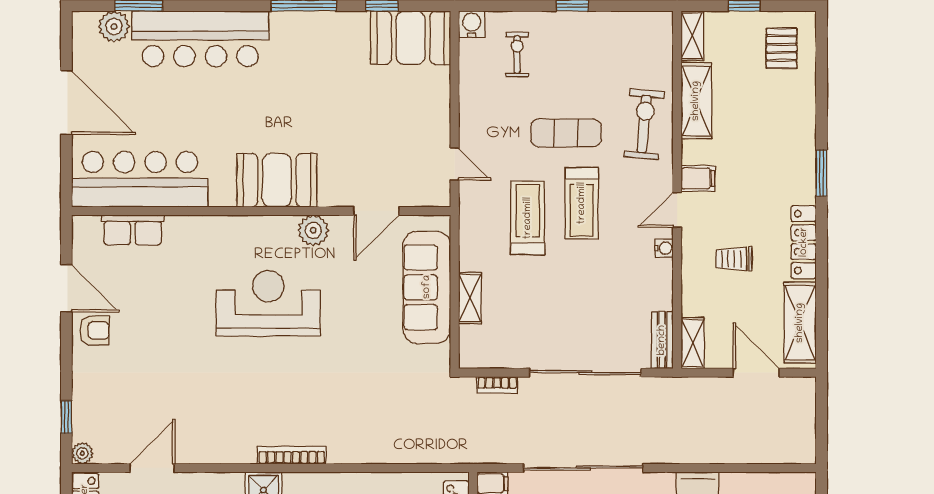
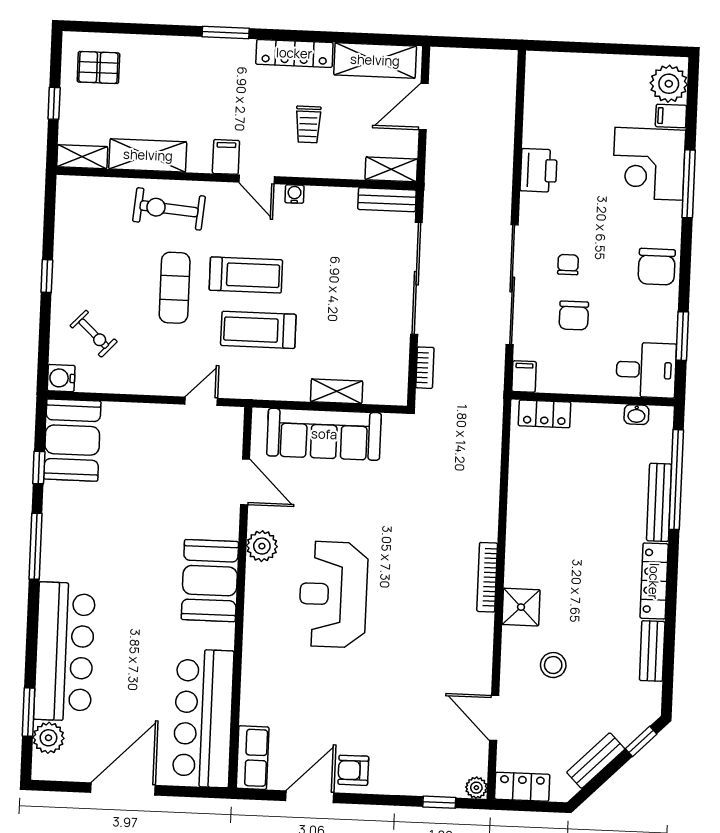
exercise bike: (517, 55) -> (94, 334), turned -137
row of seats: (133, 230) -> (253, 758), moved
armchair: (95, 330) -> (353, 770), turned -90

